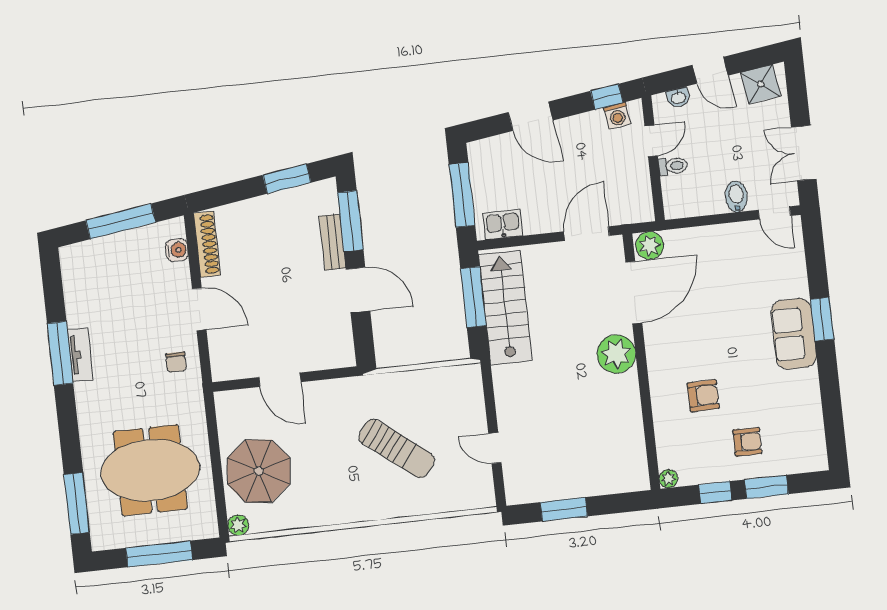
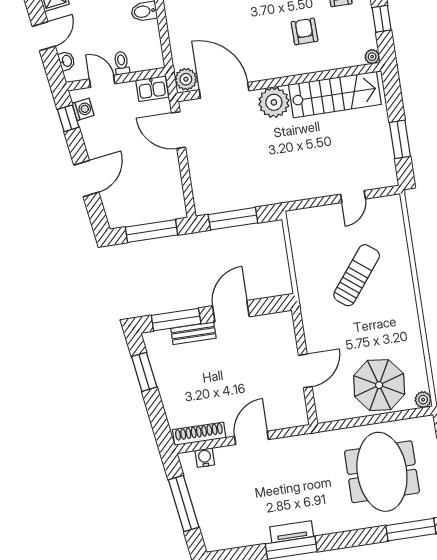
kitchen sink: (503, 224) -> (152, 89), moved, turned -90
stairs: (505, 307) -> (335, 95), moved, turned 180
chair: (176, 362) -> (295, 455), removed

